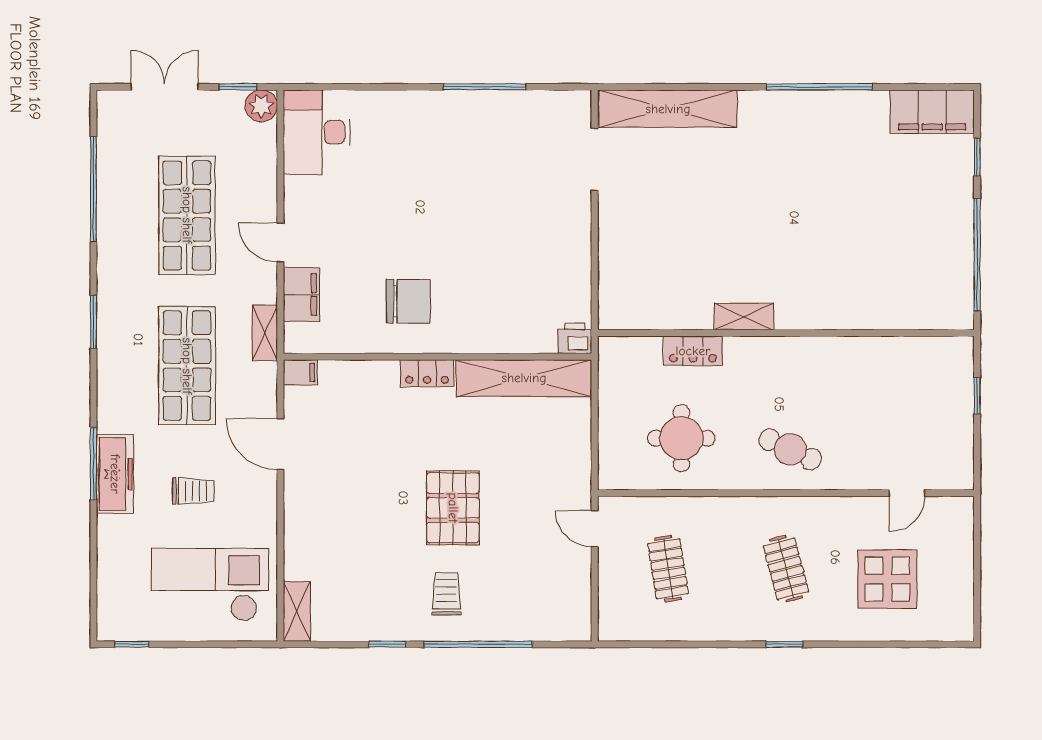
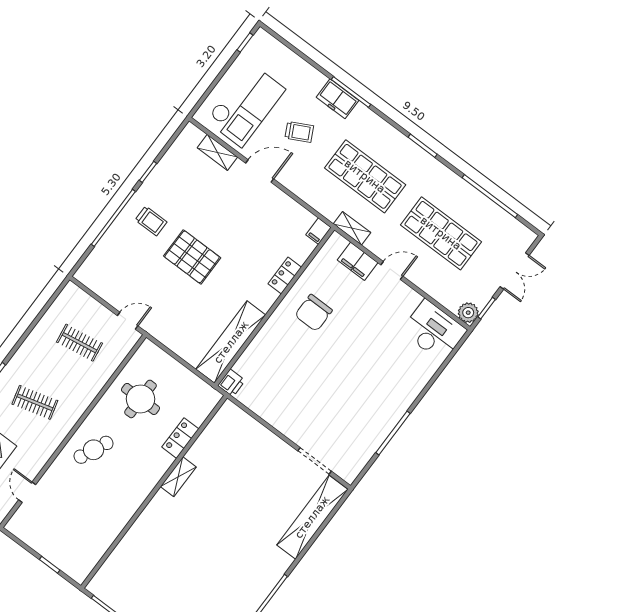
locker: (427, 373) -> (285, 275), moved
door: (280, 444) -> (260, 171), moved
freezer: (115, 474) -> (338, 99), width x0.71
trolley: (193, 491) -> (299, 132), turned -117
shelving: (297, 611) -> (217, 152), moved

